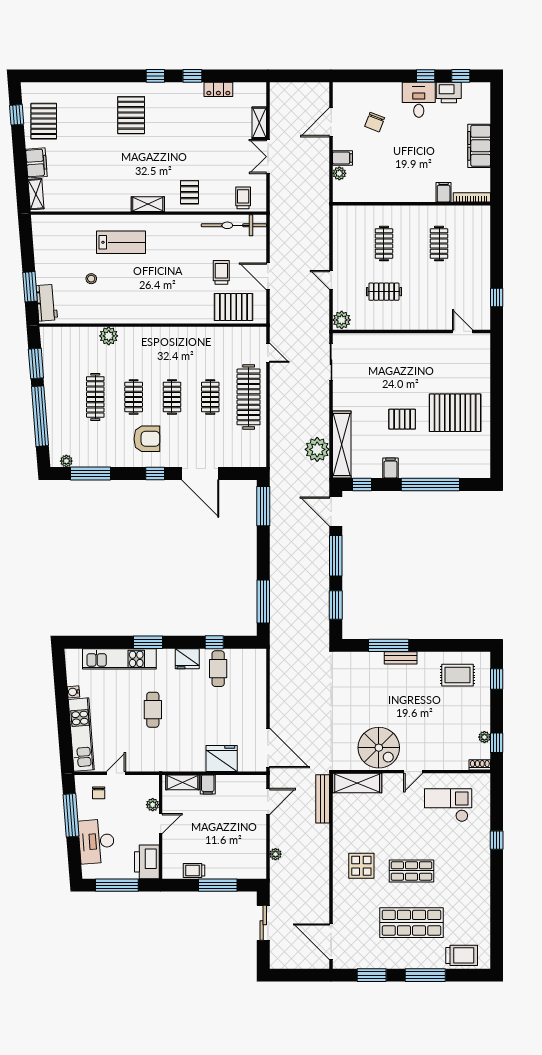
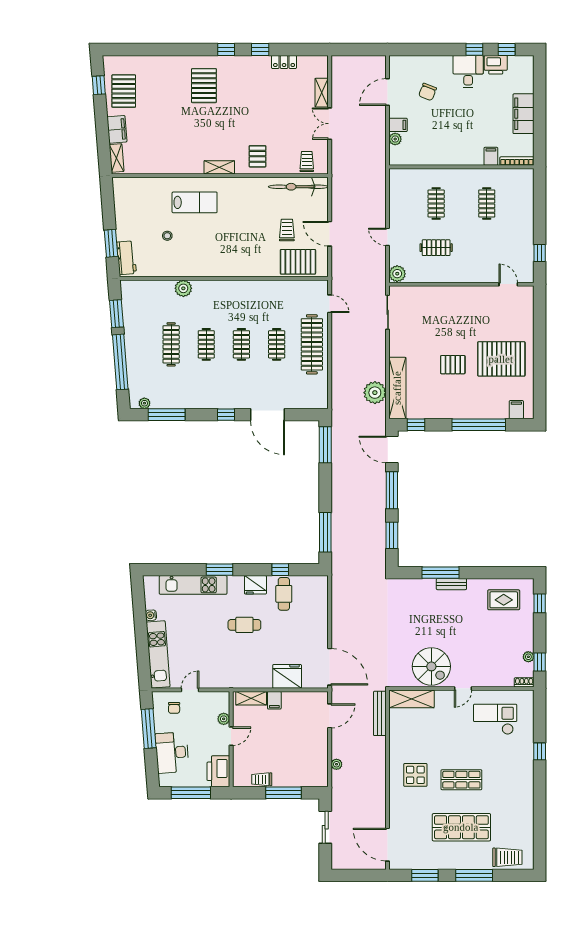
armchair: (147, 439) -> (218, 383), removed
filing cabinet: (390, 468) -> (516, 410), moved
cafe table: (153, 710) -> (244, 625), moved, turned 90

